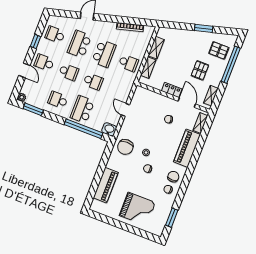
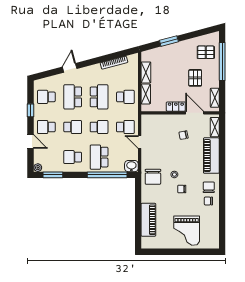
window: (204, 28) -> (169, 41), moved
school desk: (118, 91) -> (125, 127), added
grand piano: (137, 209) -> (187, 231), turned 90
window: (172, 218) -> (222, 226), removed

